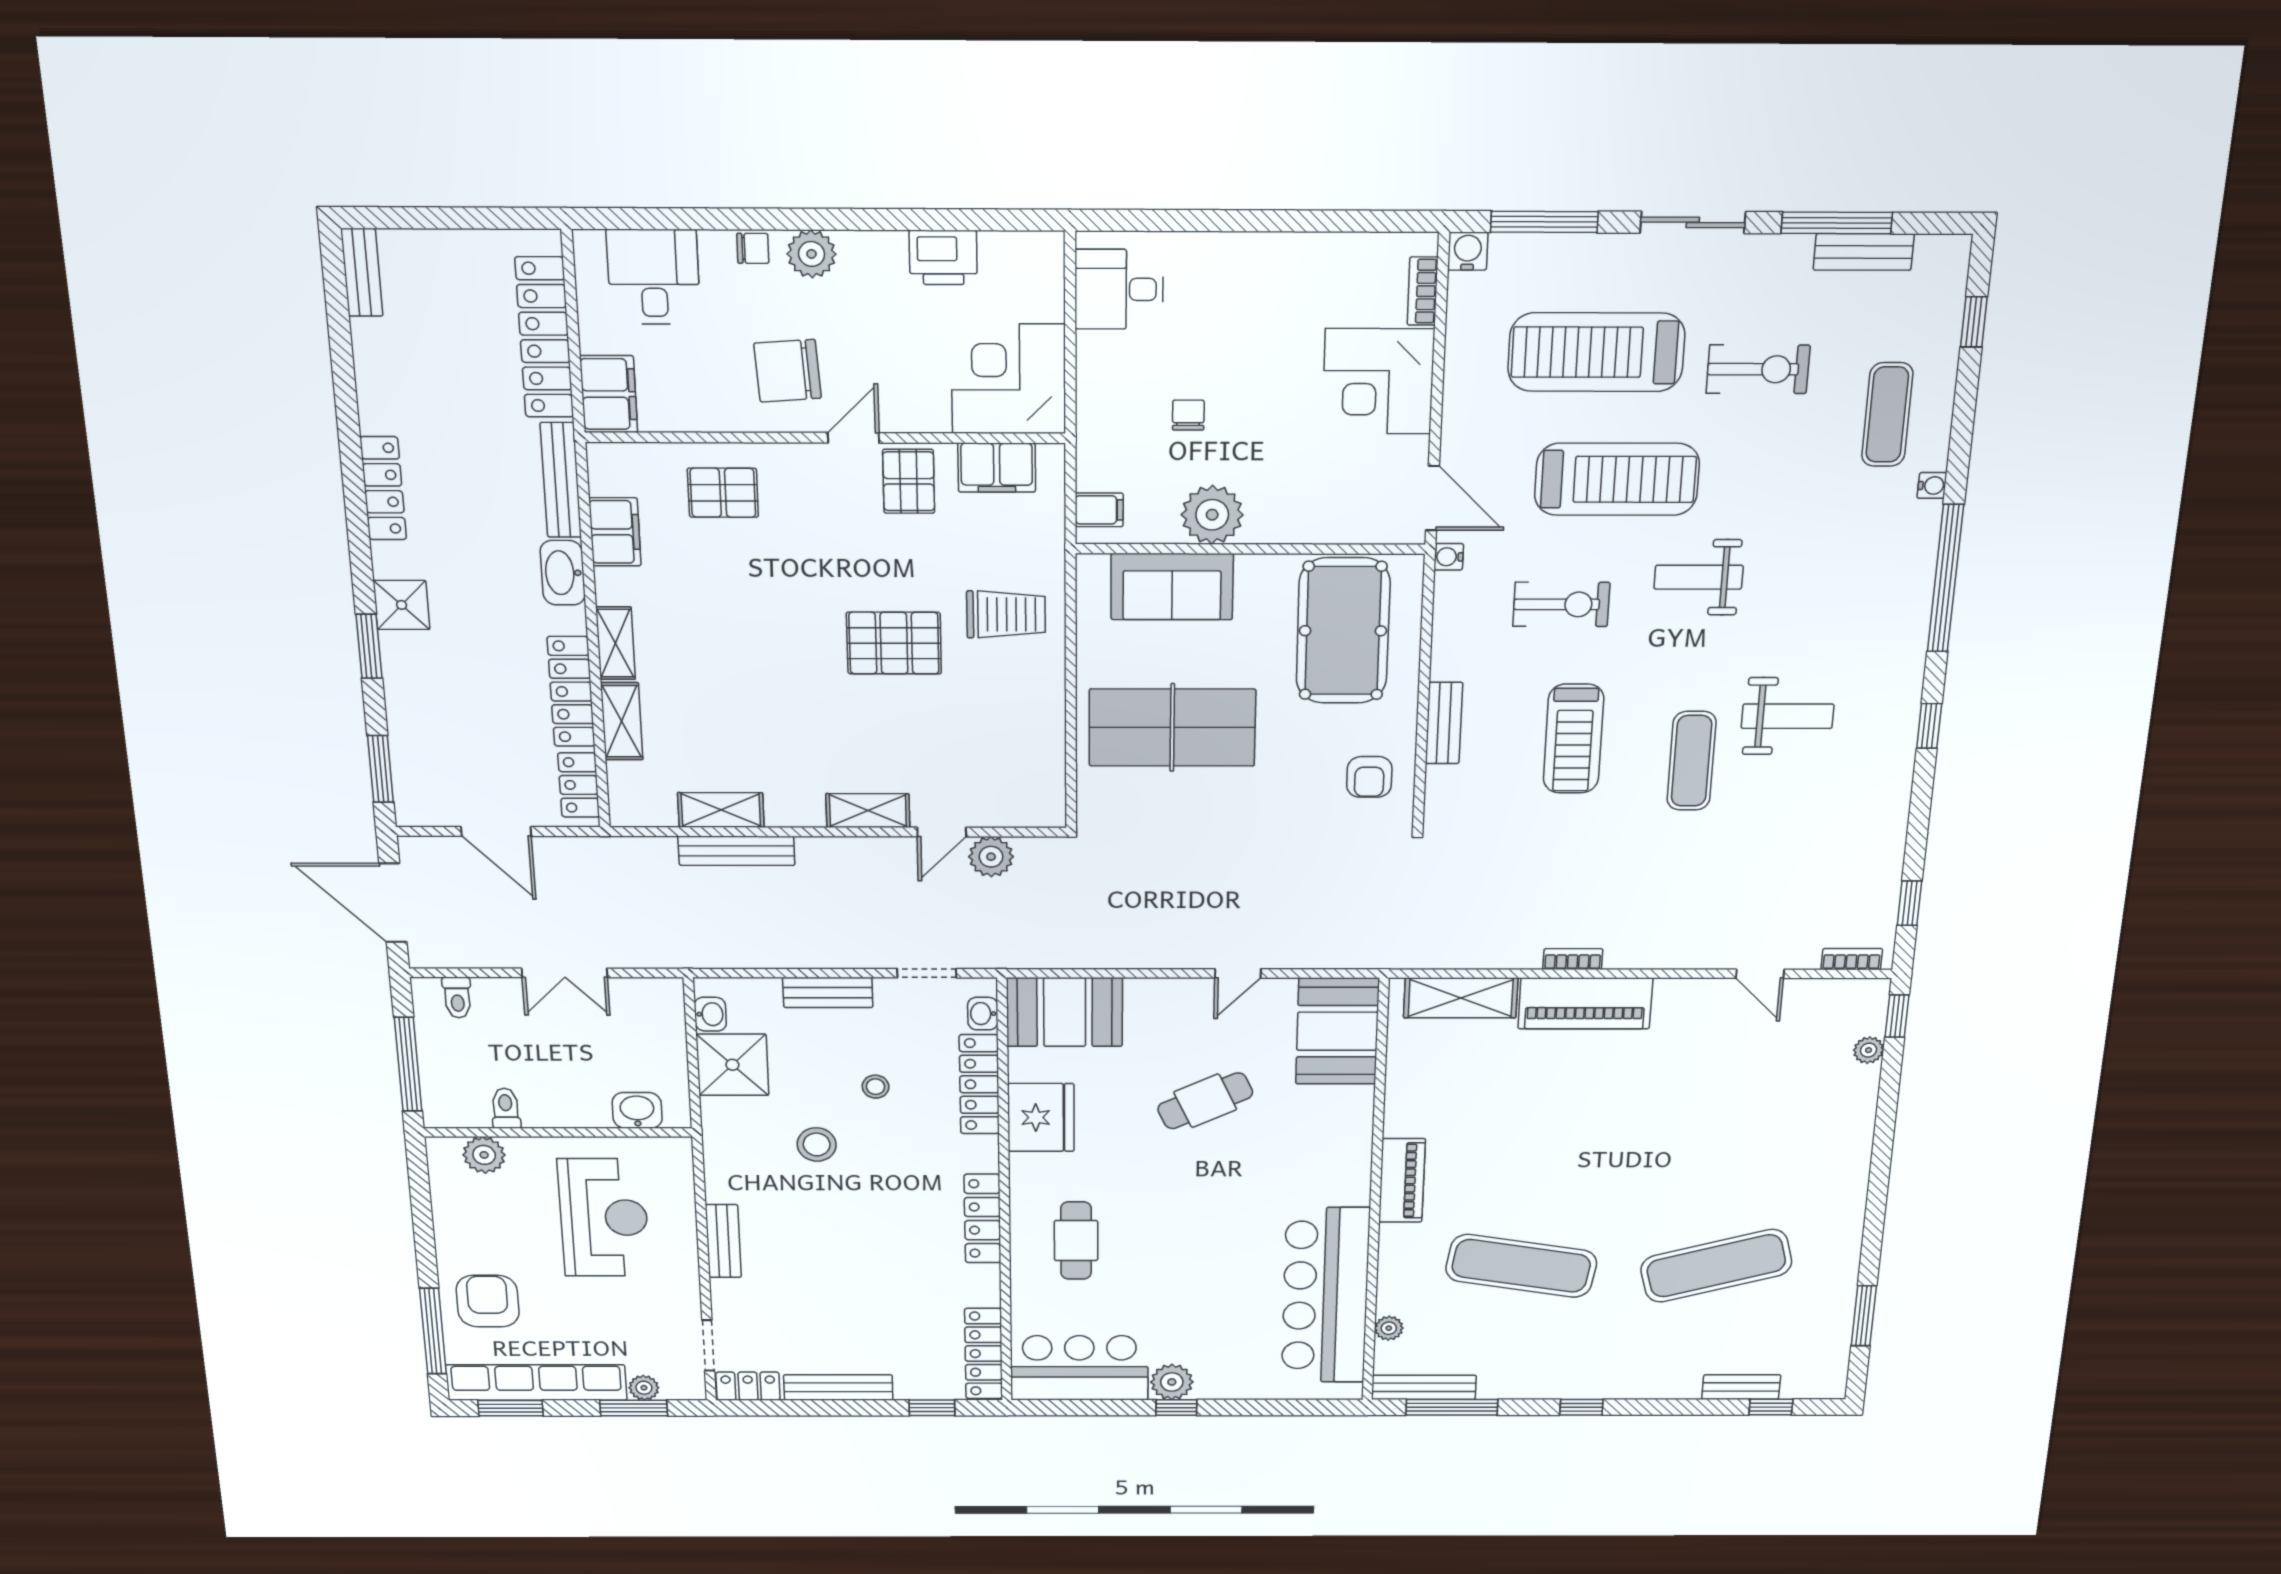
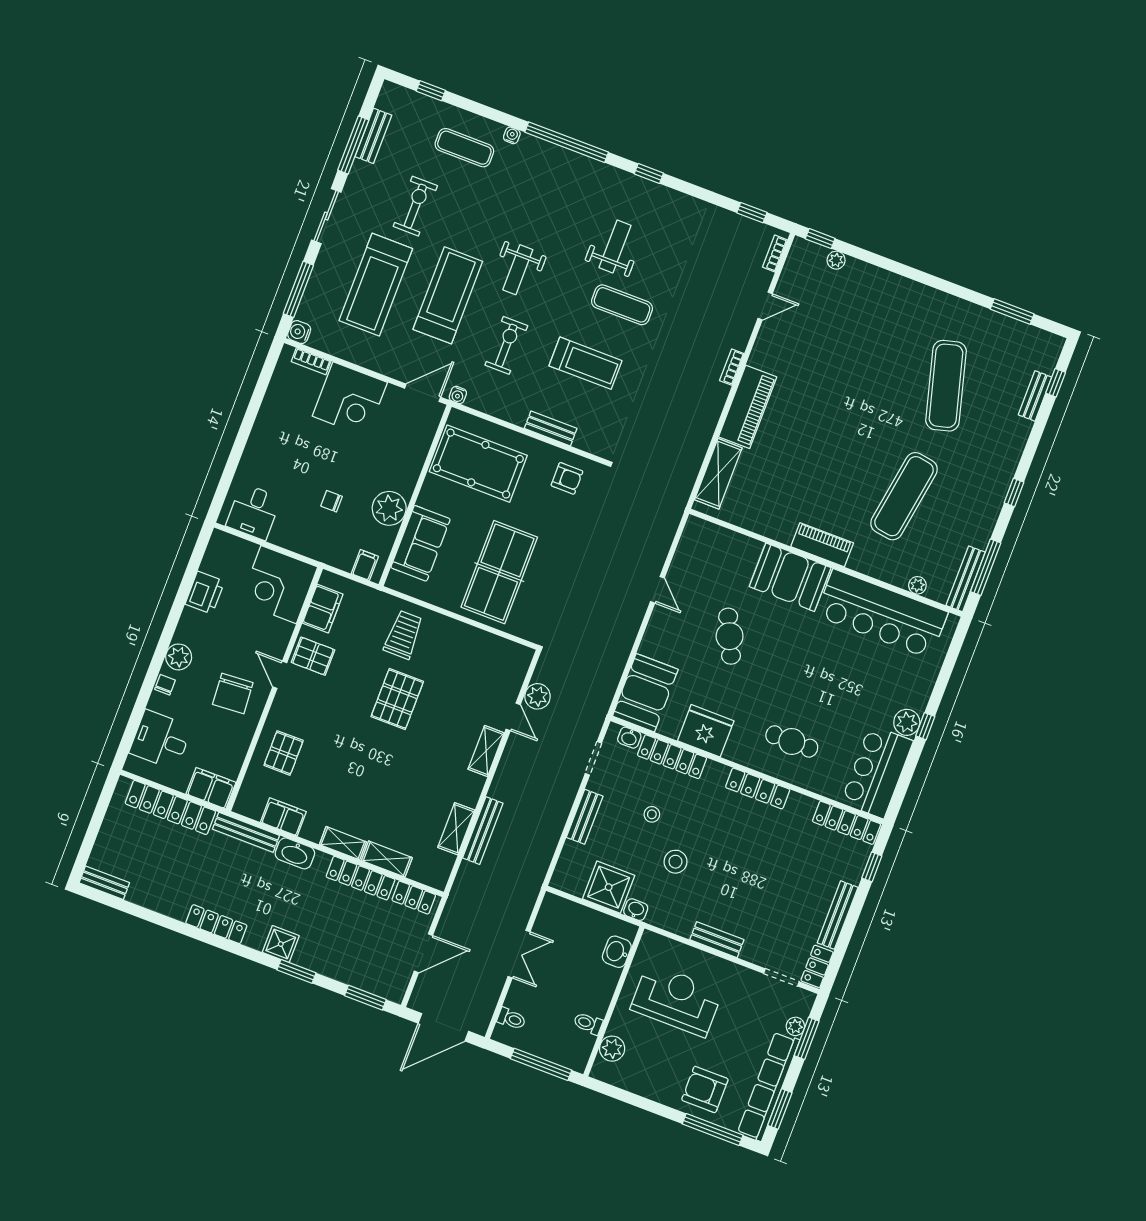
bookcase: (1573, 959) -> (732, 367), moved
washbasin: (710, 1014) -> (636, 910), moved
booth: (1337, 1031) -> (790, 577), moved

